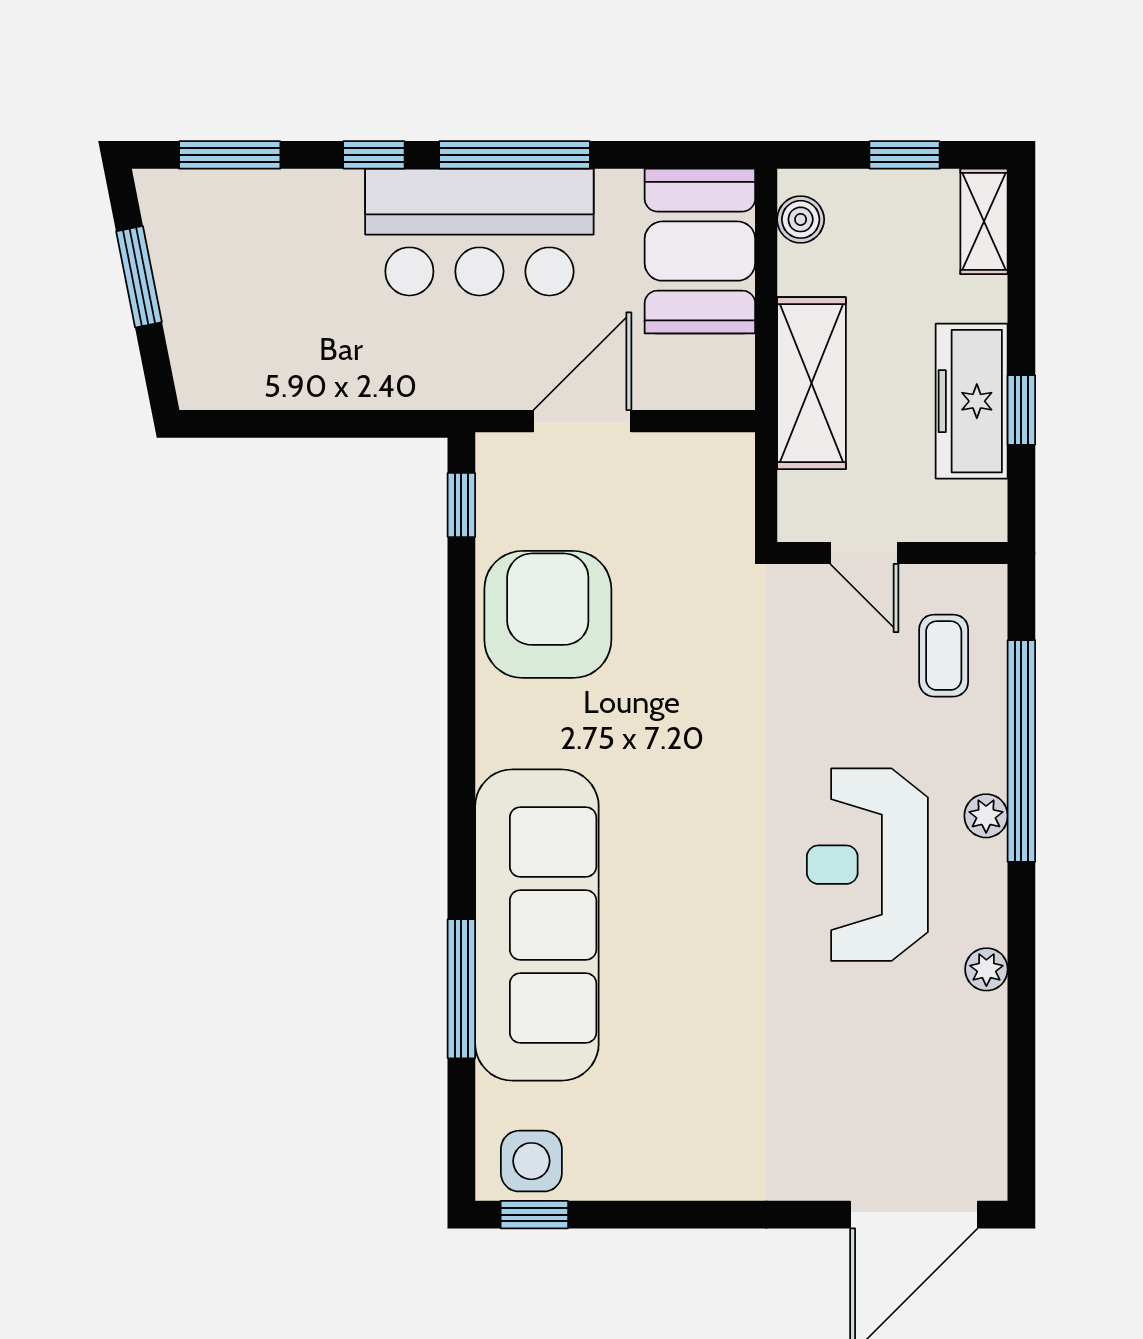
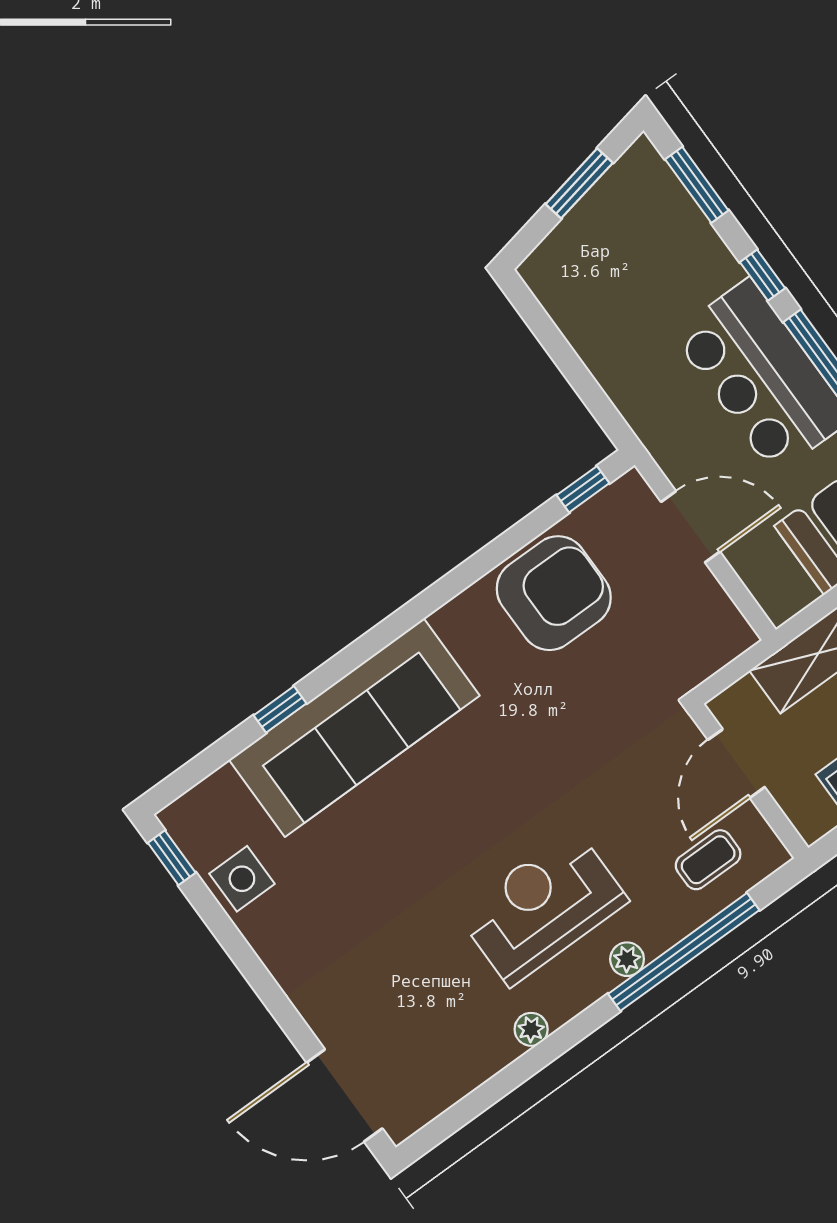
door: (864, 553) -> (736, 763), width x1.38
window: (461, 989) -> (280, 709), width x0.46
side table: (531, 1161) -> (242, 879), moved

